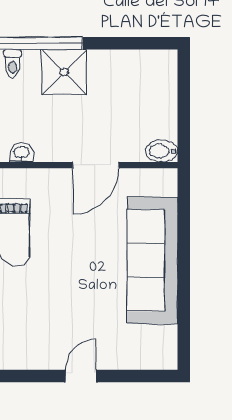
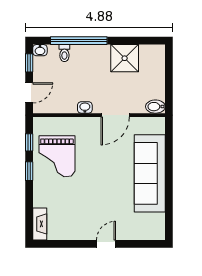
shower: (64, 72) -> (125, 58), moved
washbasin: (21, 153) -> (85, 107), moved

